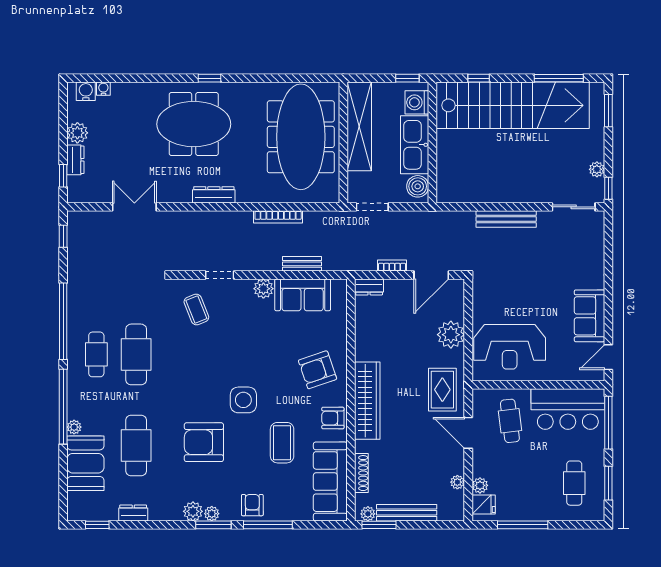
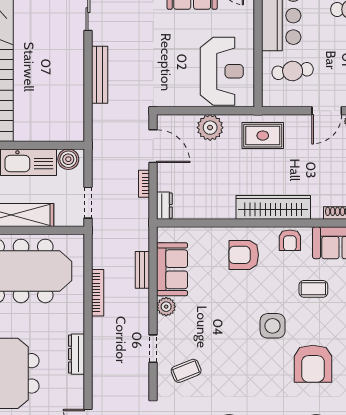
armchair: (318, 370) -> (244, 255), turned 109
door: (468, 433) -> (327, 111), moved
coffee table: (282, 443) -> (313, 289), width x0.73, depth x0.77

